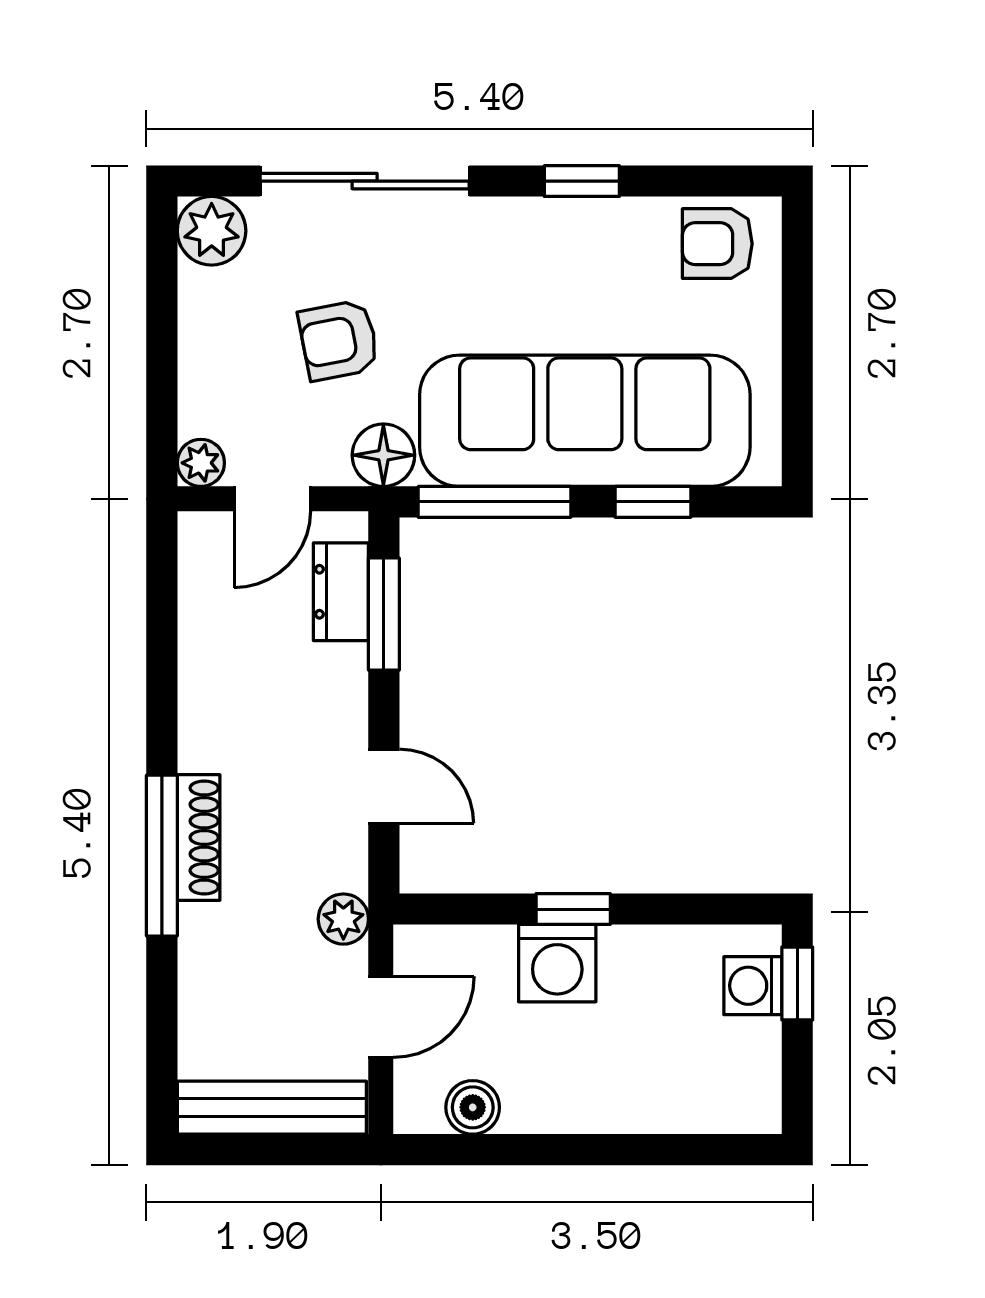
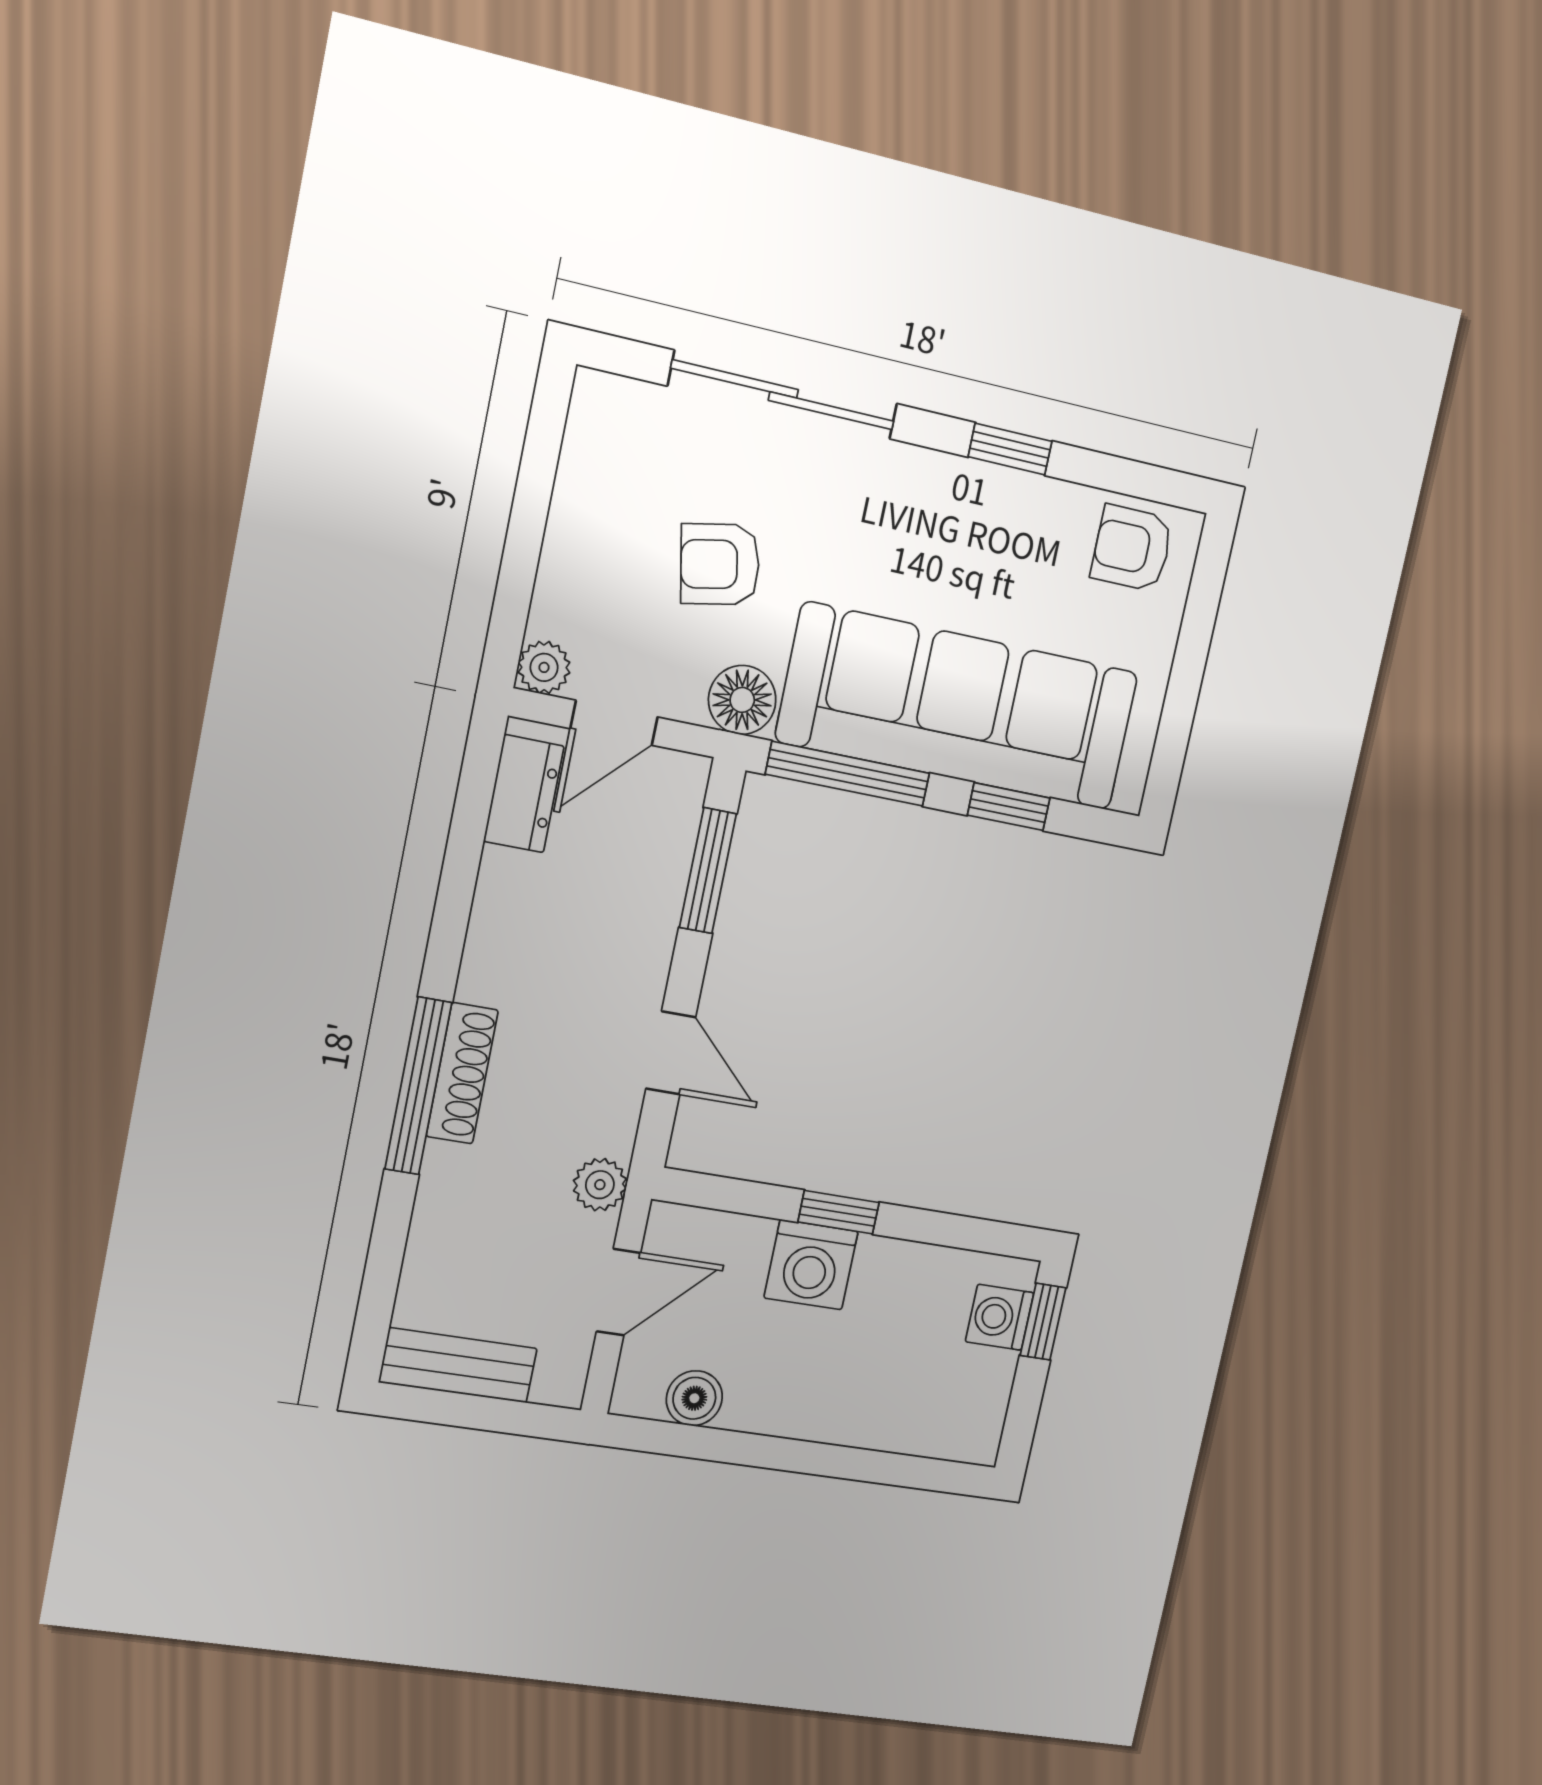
plant: (212, 231) -> (606, 411), removed
dresser: (341, 592) -> (524, 794), moved, turned 180
bench: (272, 1108) -> (458, 1365), width x0.73

